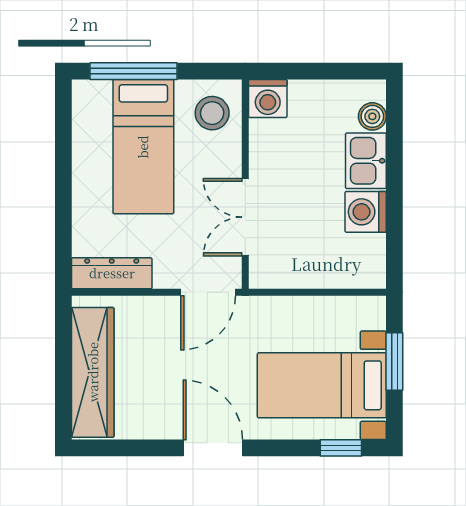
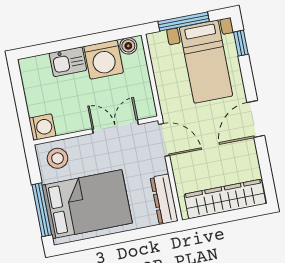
boiler: (372, 116) -> (128, 46), moved
bed: (143, 147) -> (87, 204), width x1.50
washing machine: (366, 212) -> (104, 60), width x1.37, depth x1.37
double door: (245, 217) -> (115, 127), swing flipped
window: (394, 362) -> (184, 21), width x1.44

